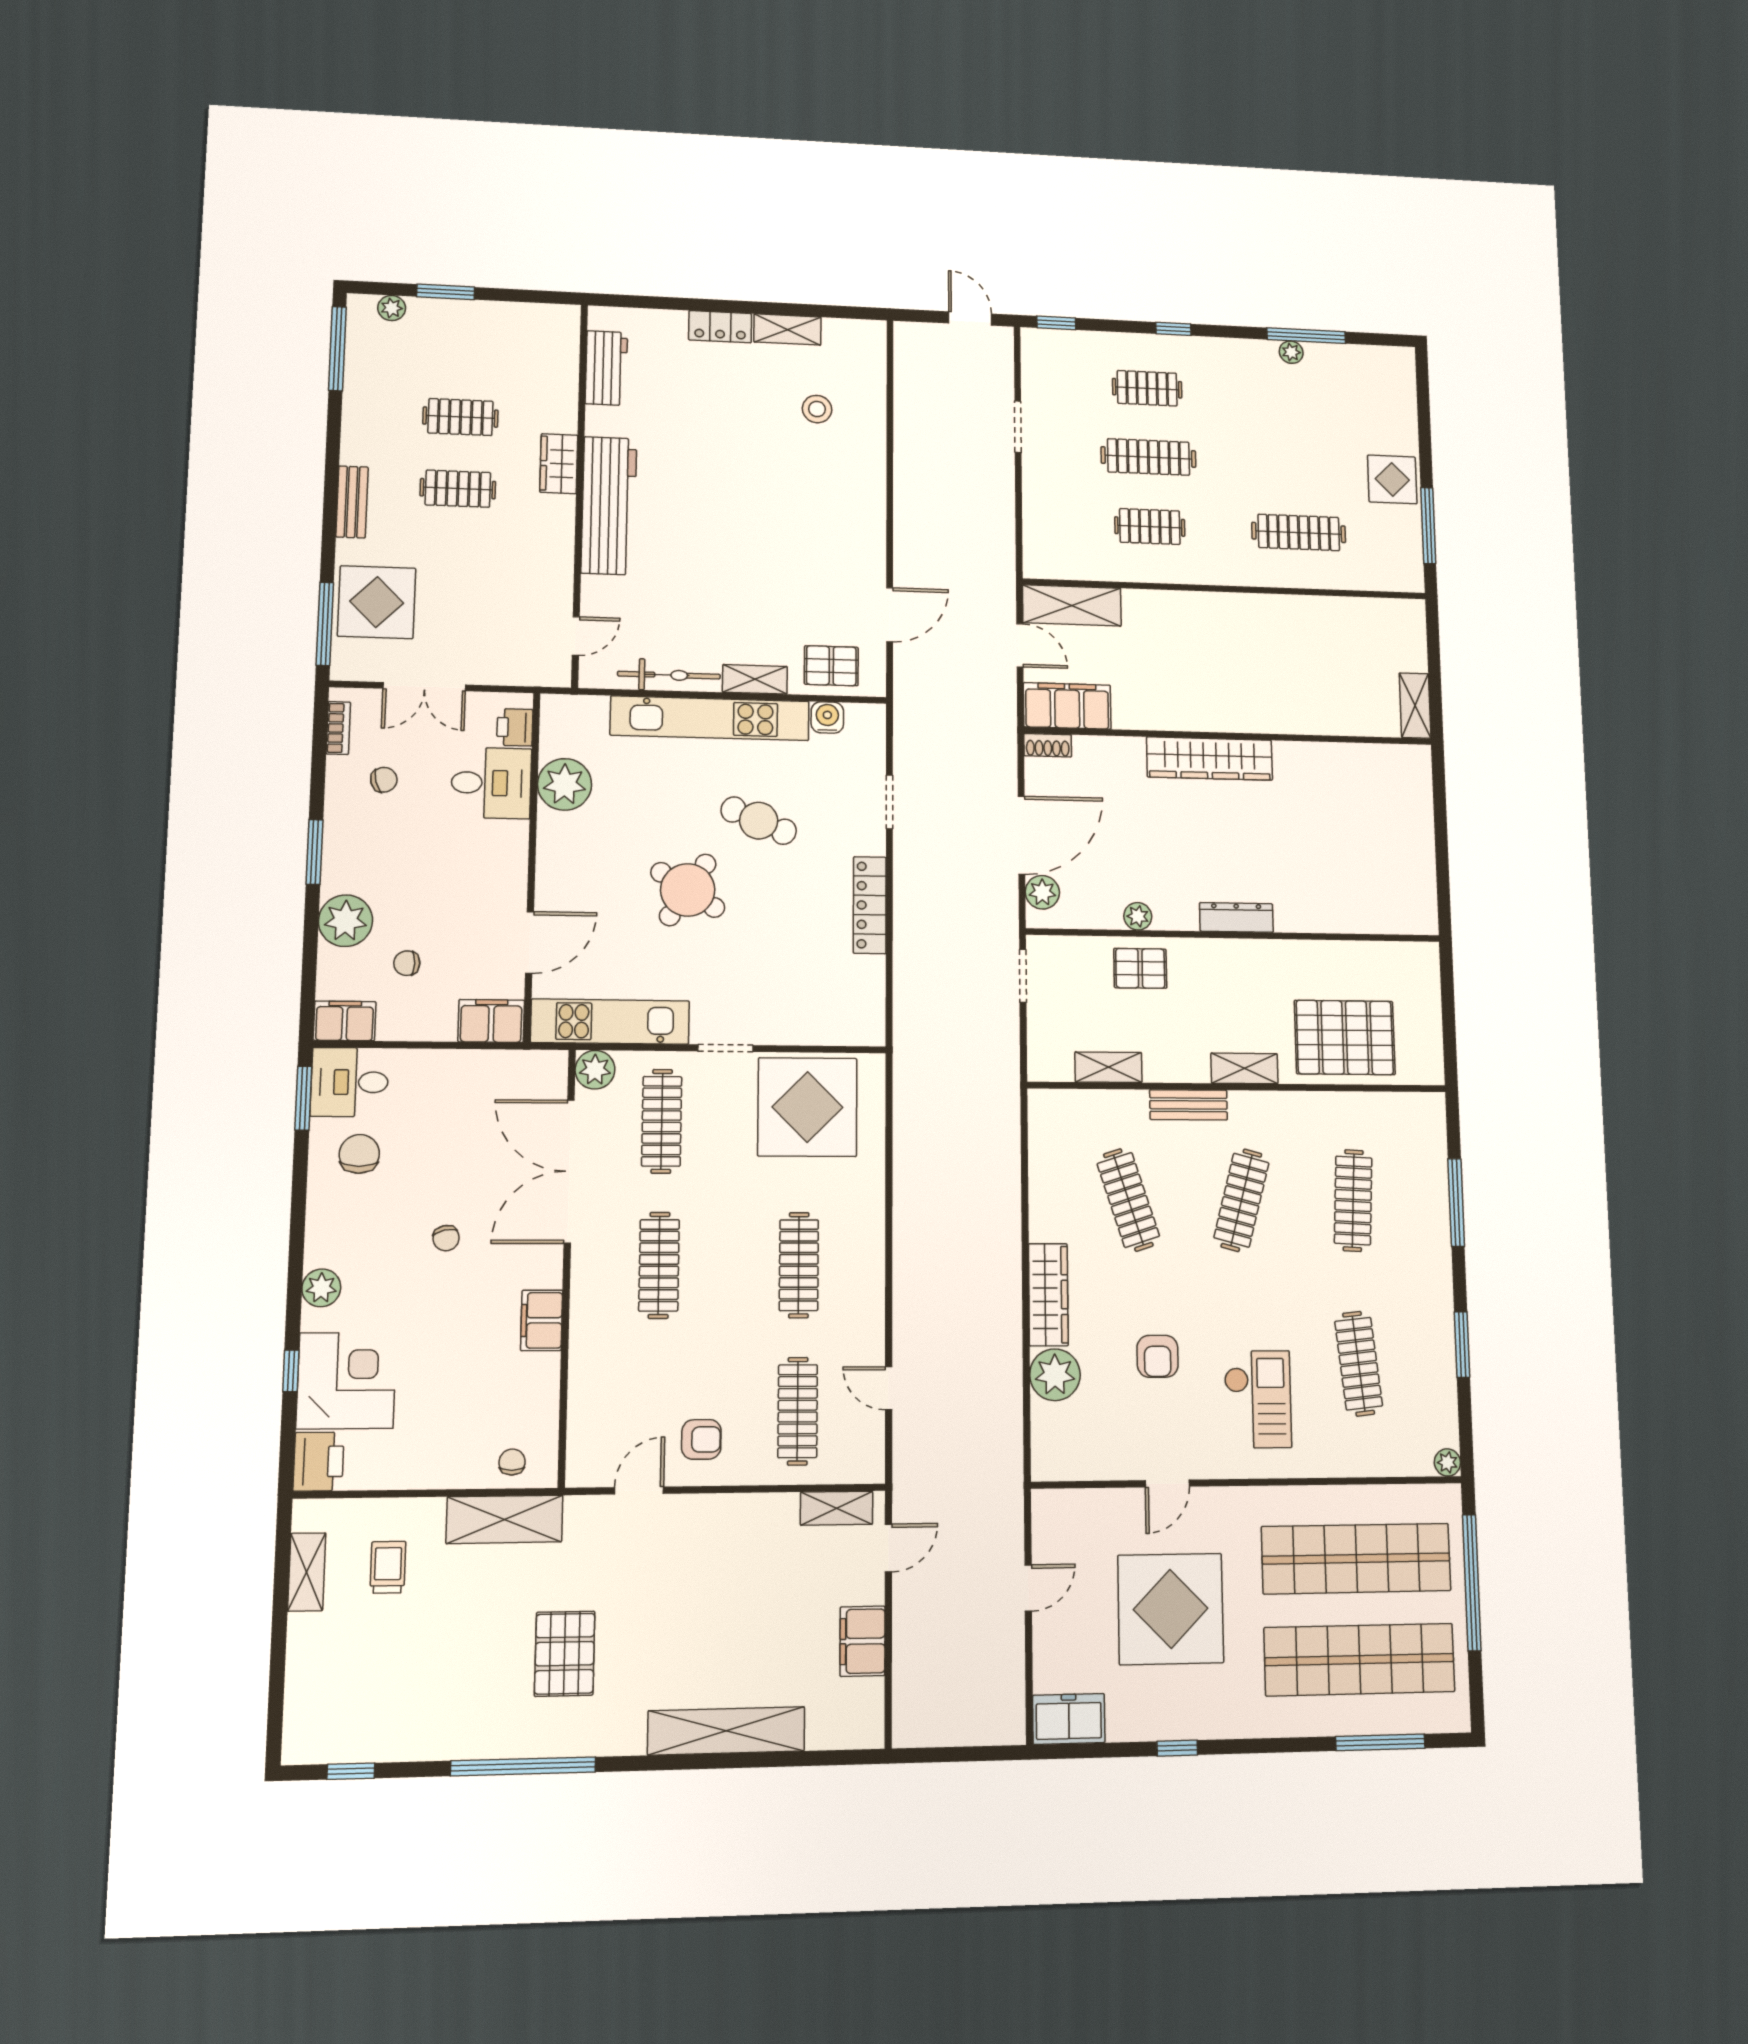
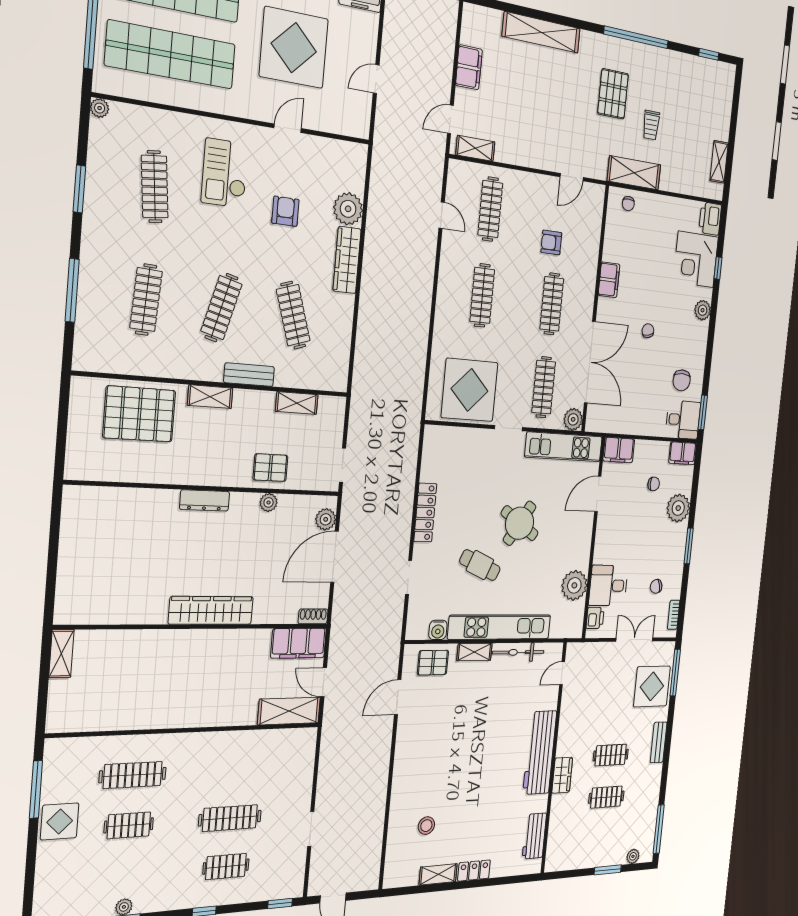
clothes rail: (1150, 527) -> (129, 825), moved
armchair: (701, 1439) -> (551, 243), moved
trolley: (388, 1567) -> (651, 125), moved

